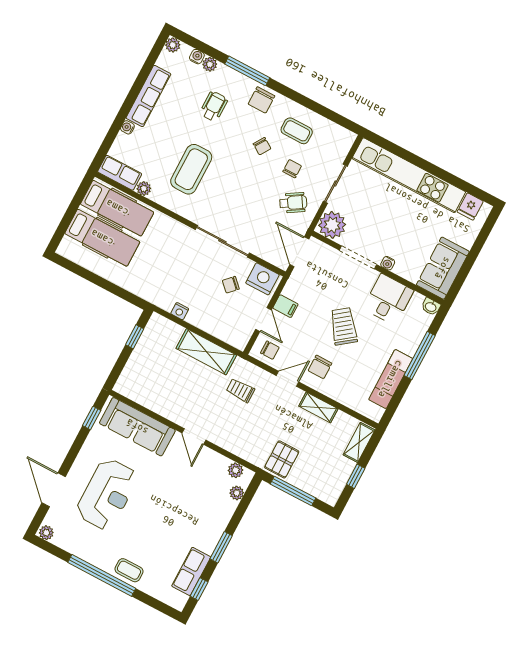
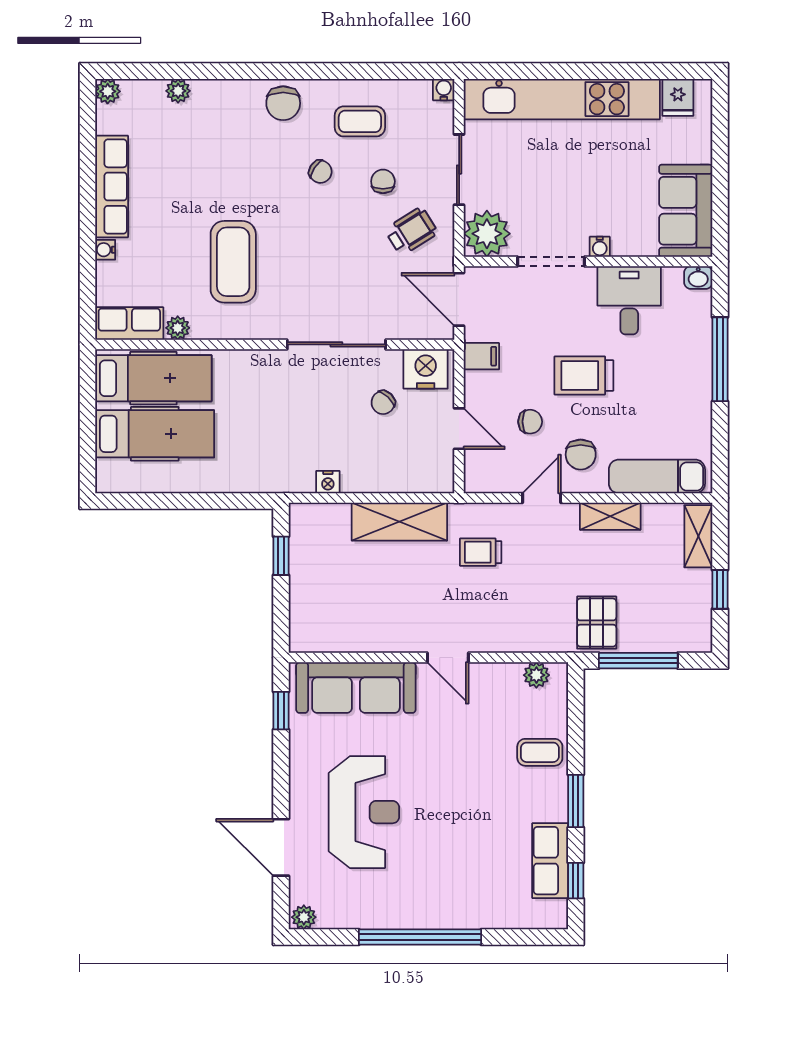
water cooler: (197, 57) -> (444, 90), moved
window: (247, 71) -> (239, 71), removed
wheelchair: (214, 106) -> (217, 150), removed
filing cabinet: (285, 306) -> (481, 356), moved
trolley: (344, 326) -> (584, 376), turned -53
chair: (270, 350) -> (530, 422), moved
exam couch: (391, 379) -> (657, 476), moved, turned 90
plant: (237, 493) -> (556, 708), removed
coffee table: (129, 570) -> (540, 752), moved

